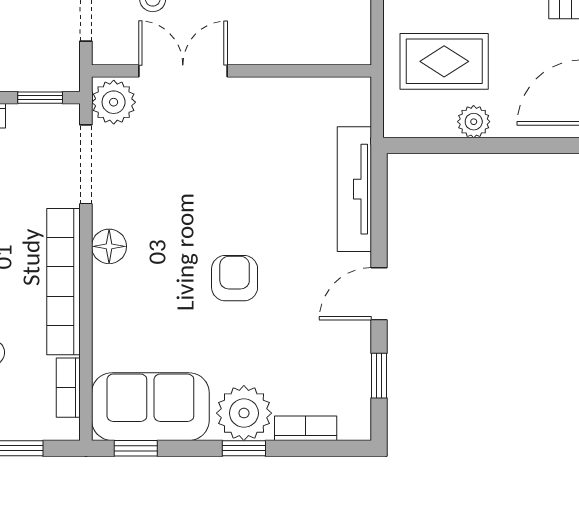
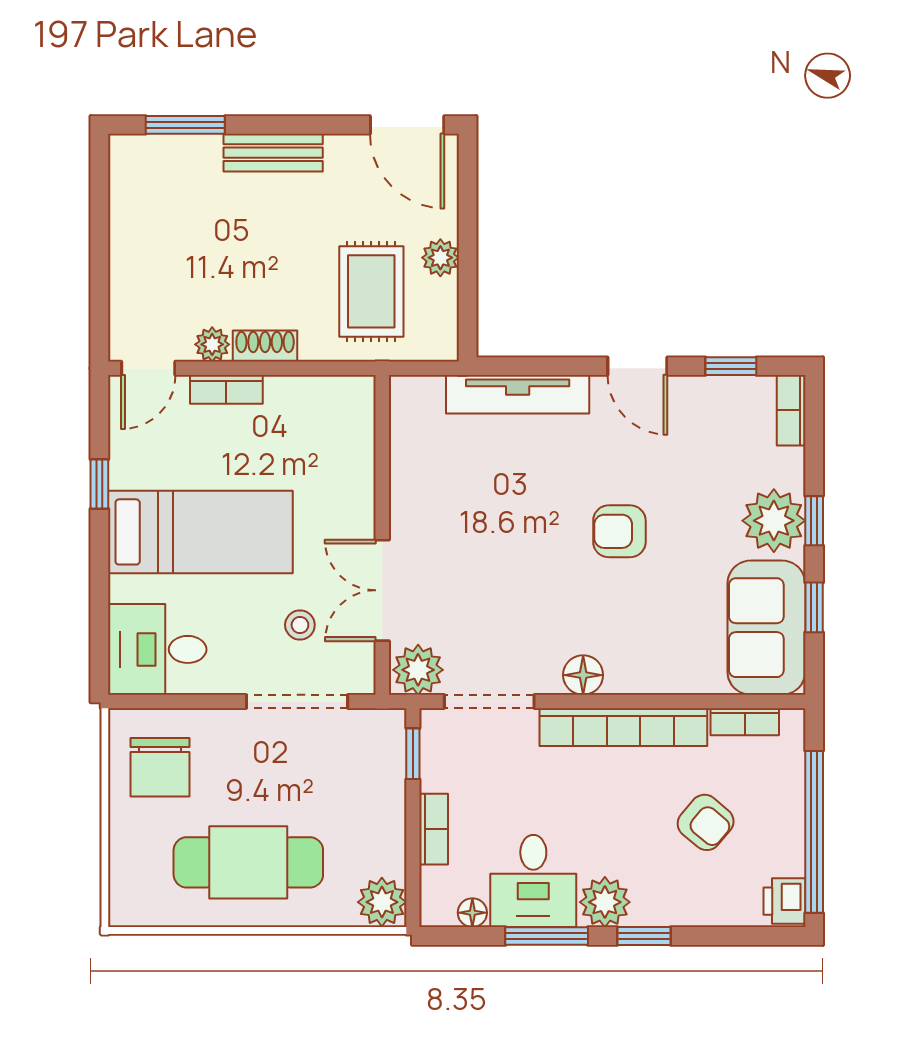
bookcase: (306, 428) -> (791, 410), moved
window: (136, 448) -> (814, 607), moved

